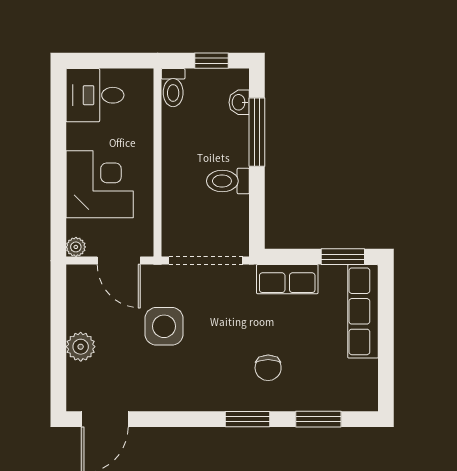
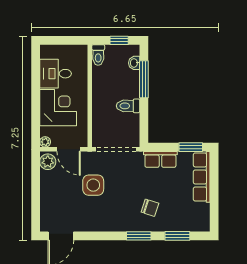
desk: (95, 95) -> (56, 74), moved
plant: (81, 347) -> (48, 162), moved
chair: (268, 368) -> (150, 208), turned -72

